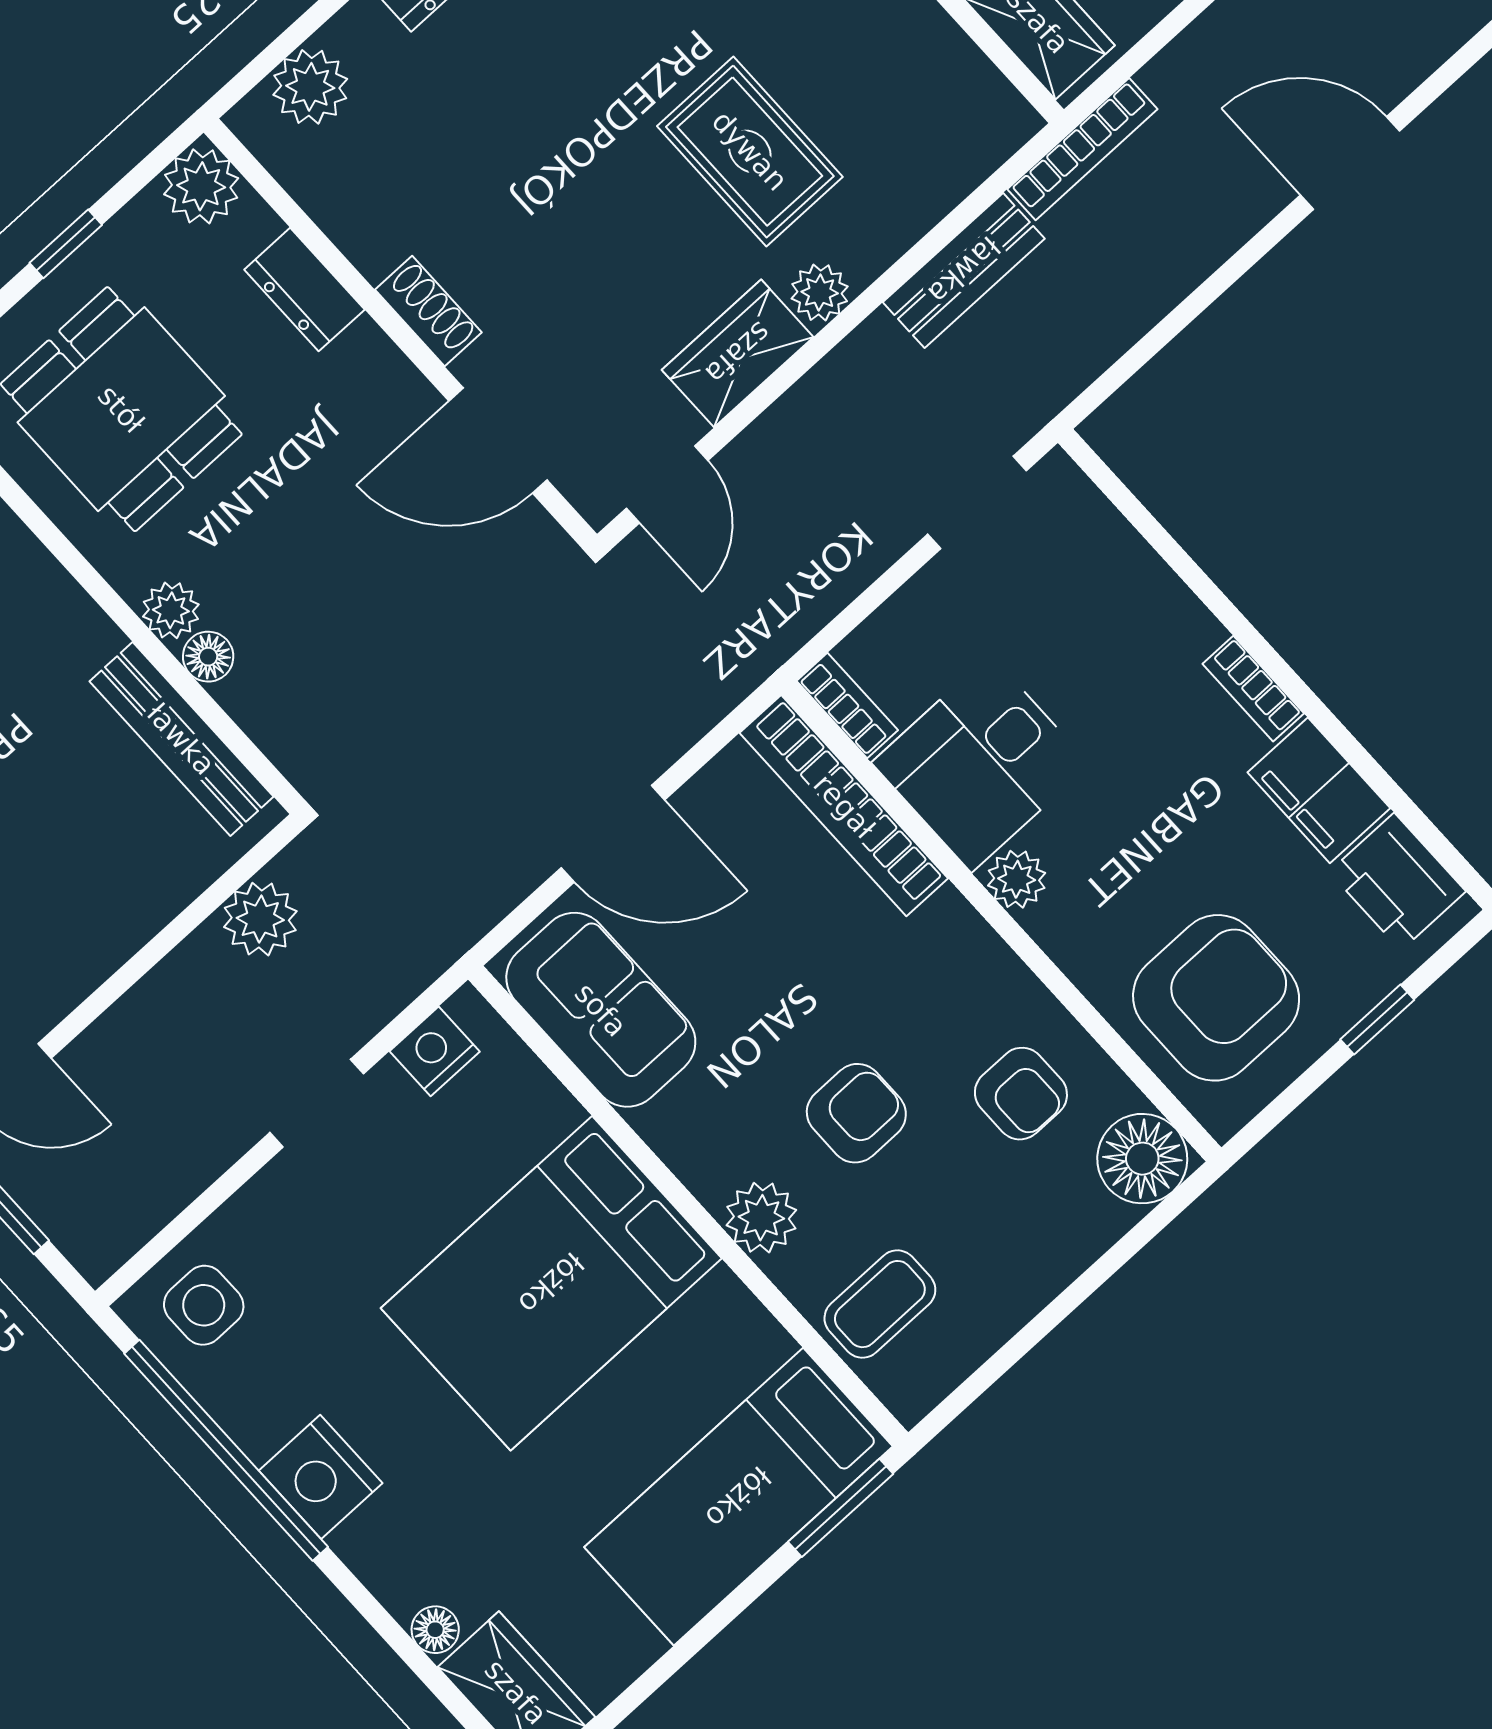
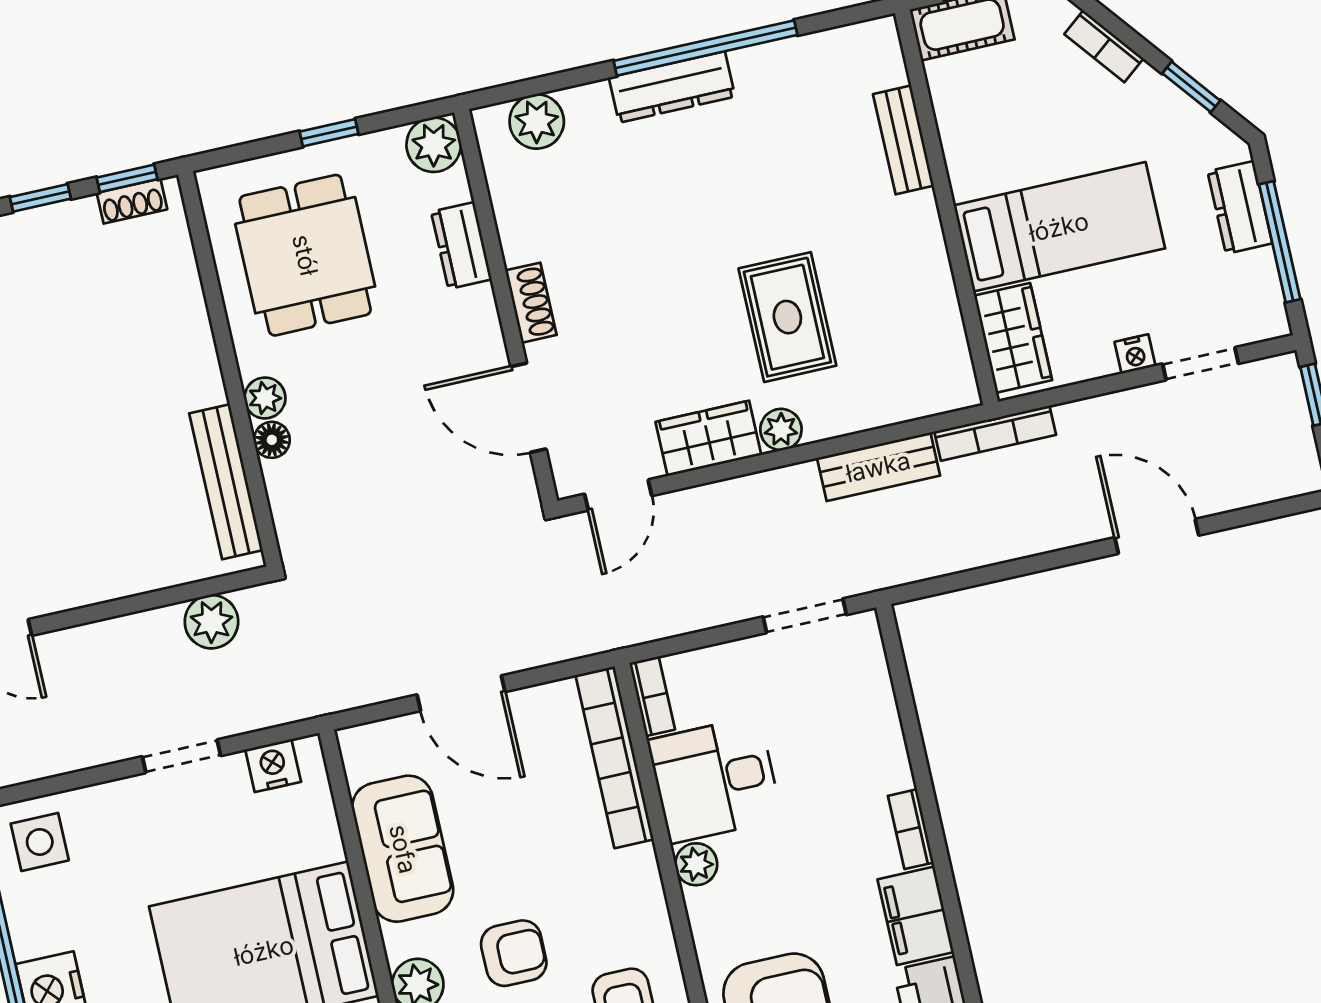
sofa: (601, 1010) -> (403, 849), moved

